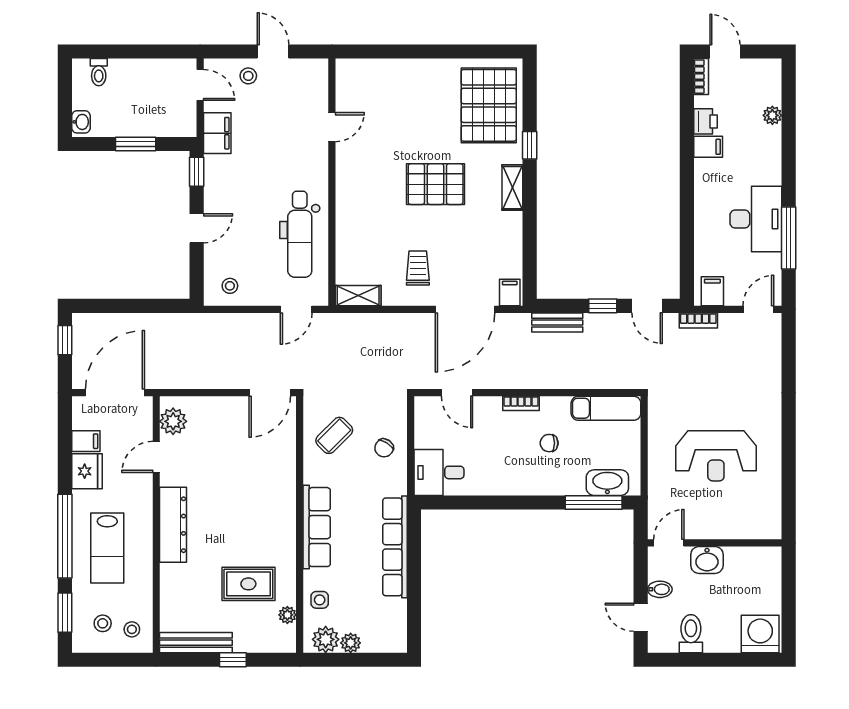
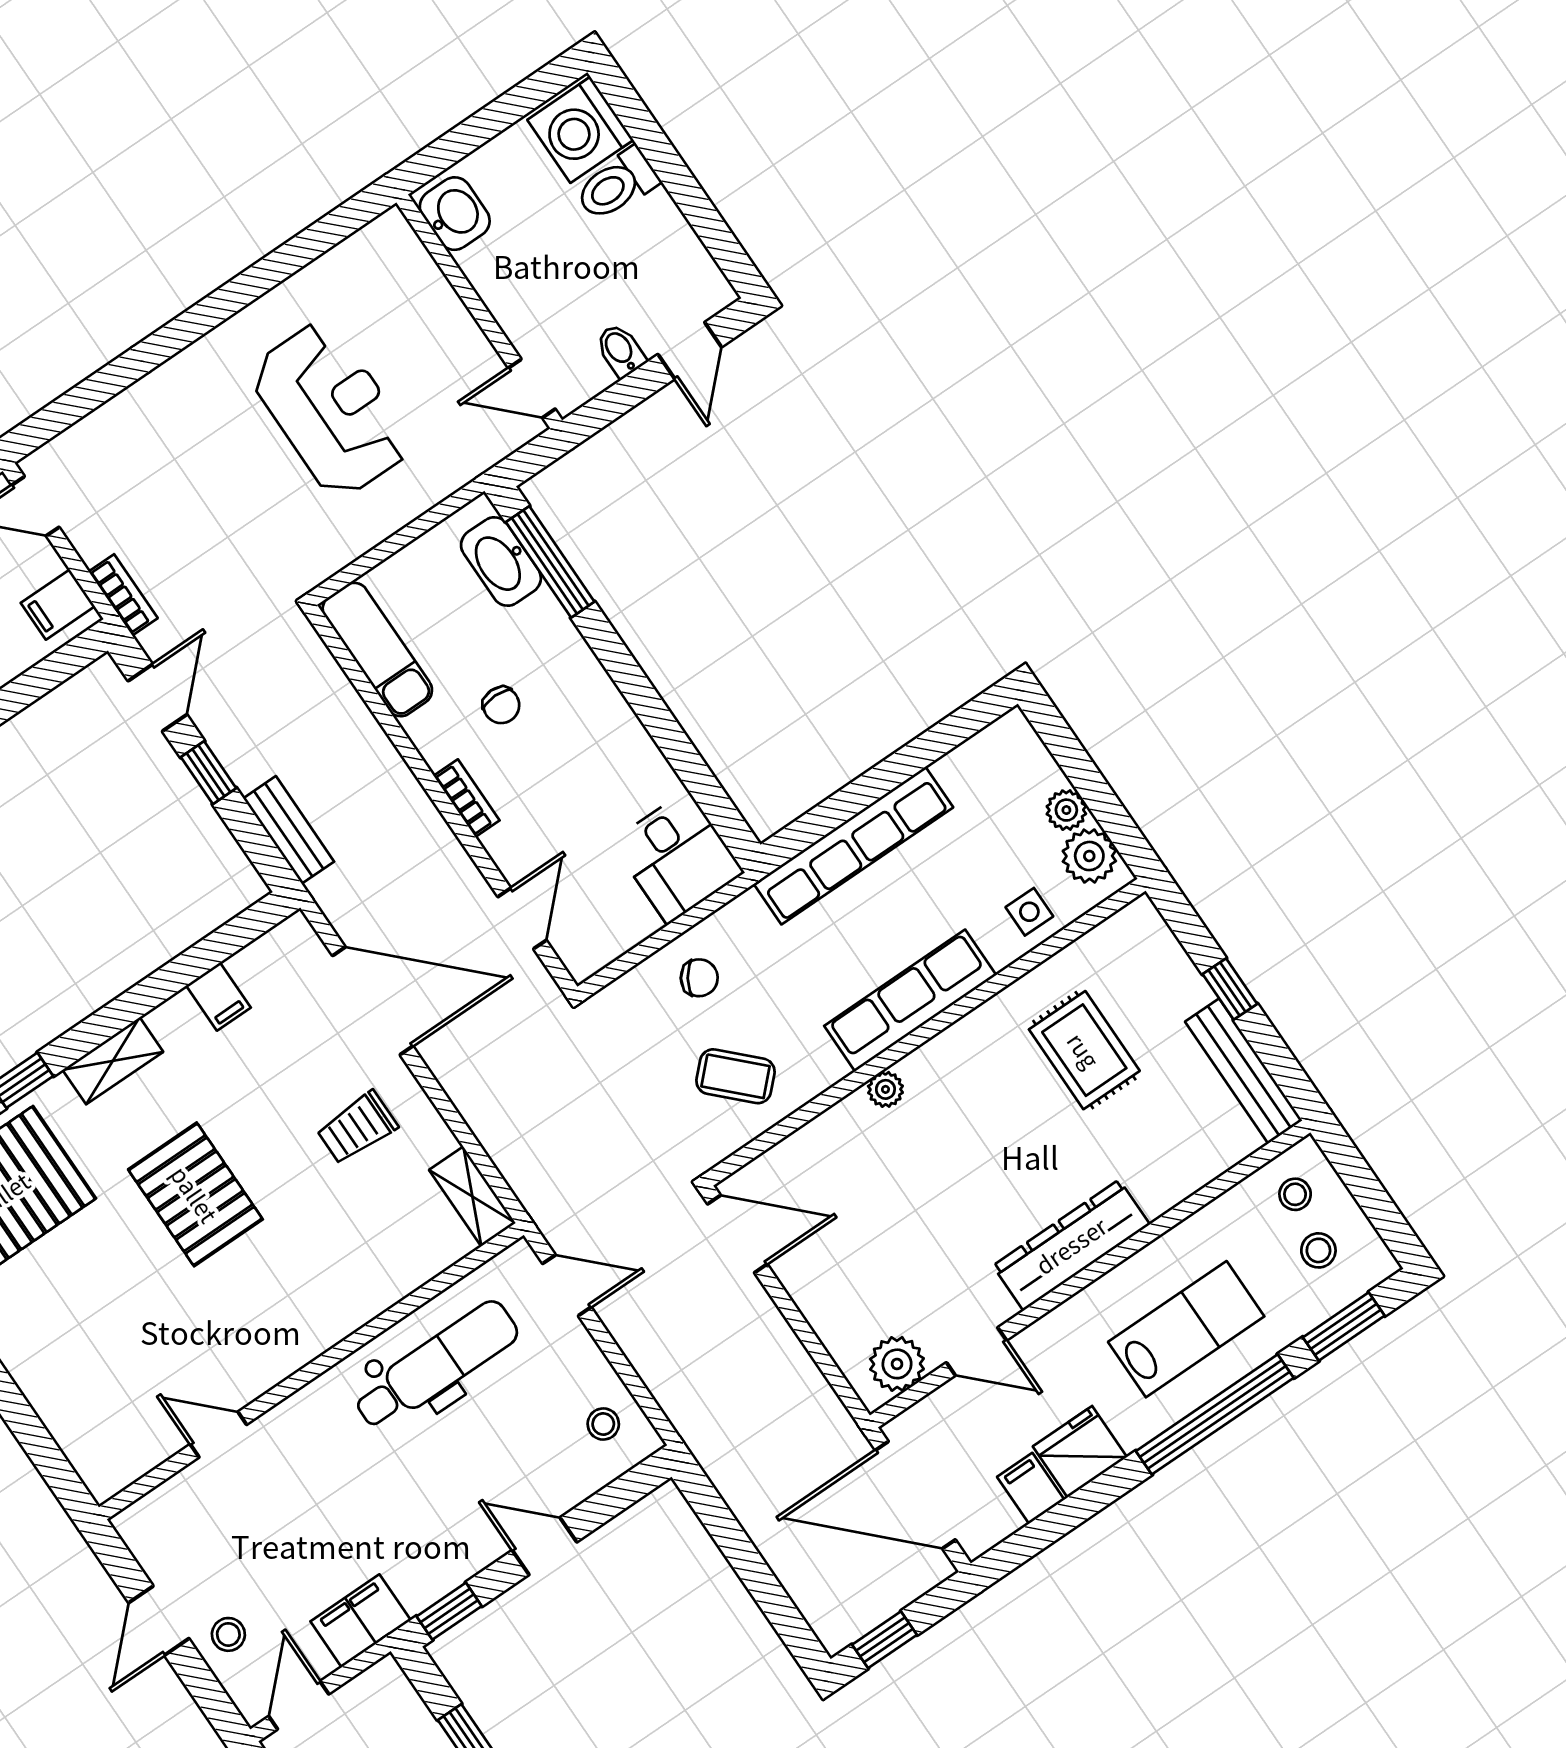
filing cabinet: (510, 292) -> (218, 997), moved, turned -90
washbasin: (707, 560) -> (455, 214), moved
plant: (287, 615) -> (885, 1089), moved
toilet: (691, 634) -> (617, 185), moved

